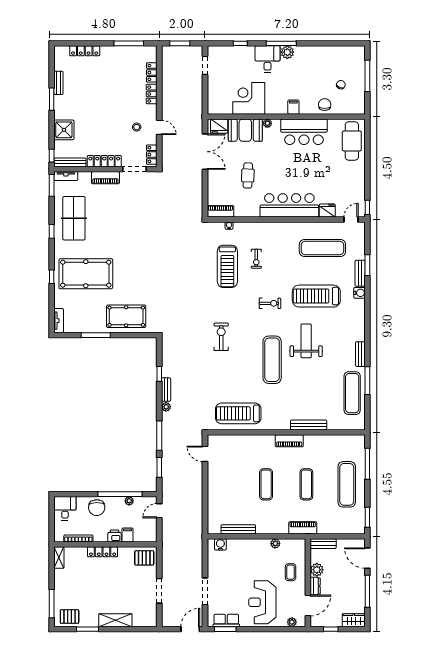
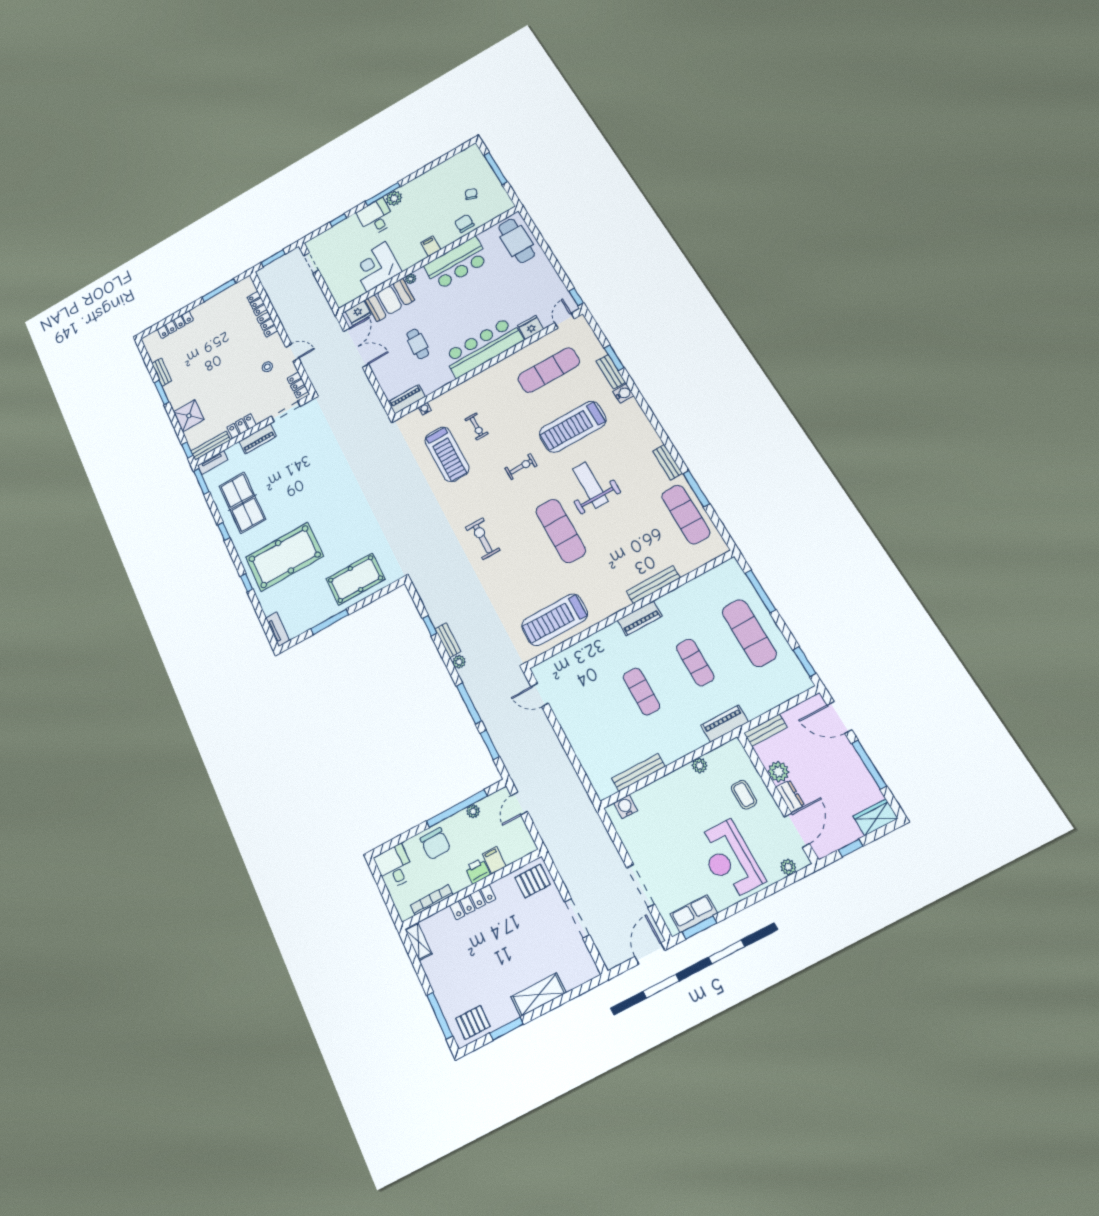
locker: (104, 161) -> (241, 426), width x0.66

